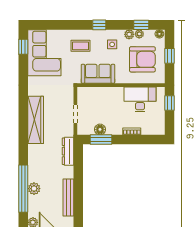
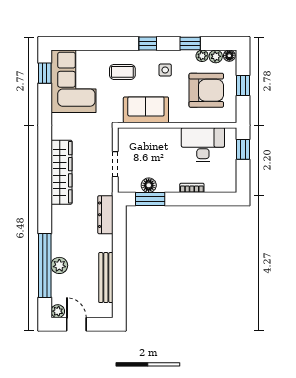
window: (141, 25) -> (190, 44), moved
plant: (129, 34) -> (216, 56), moved

